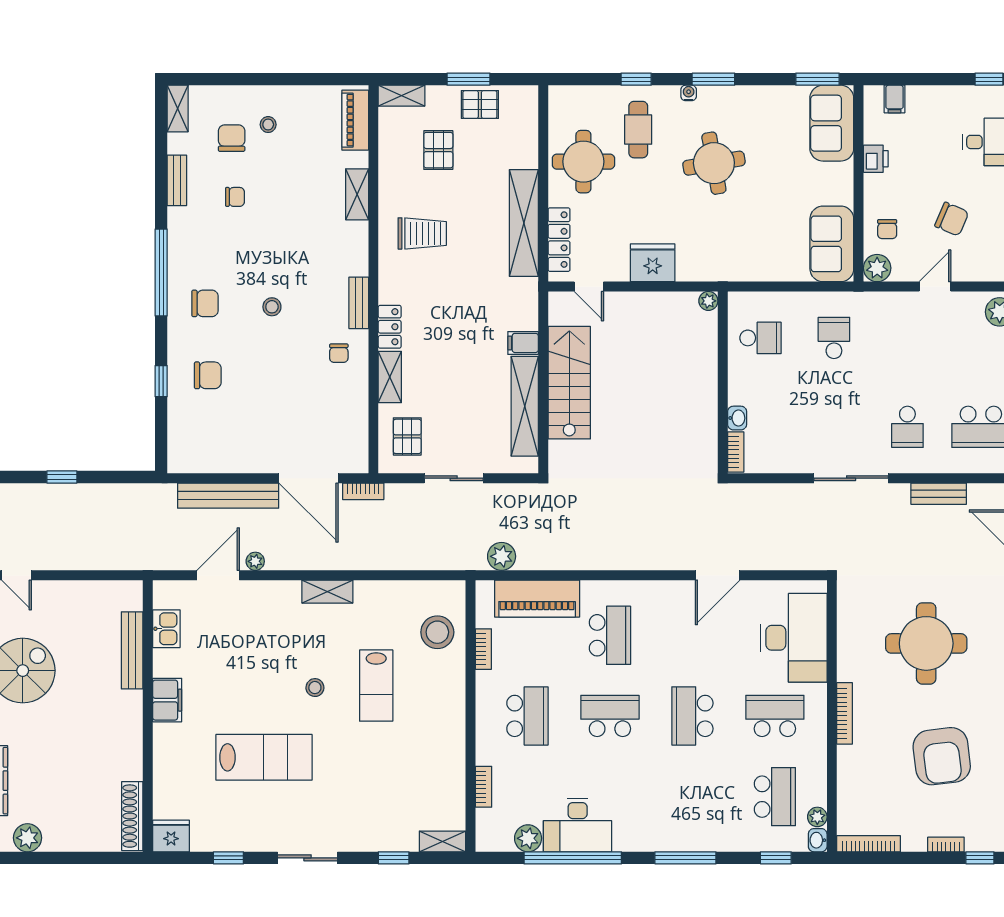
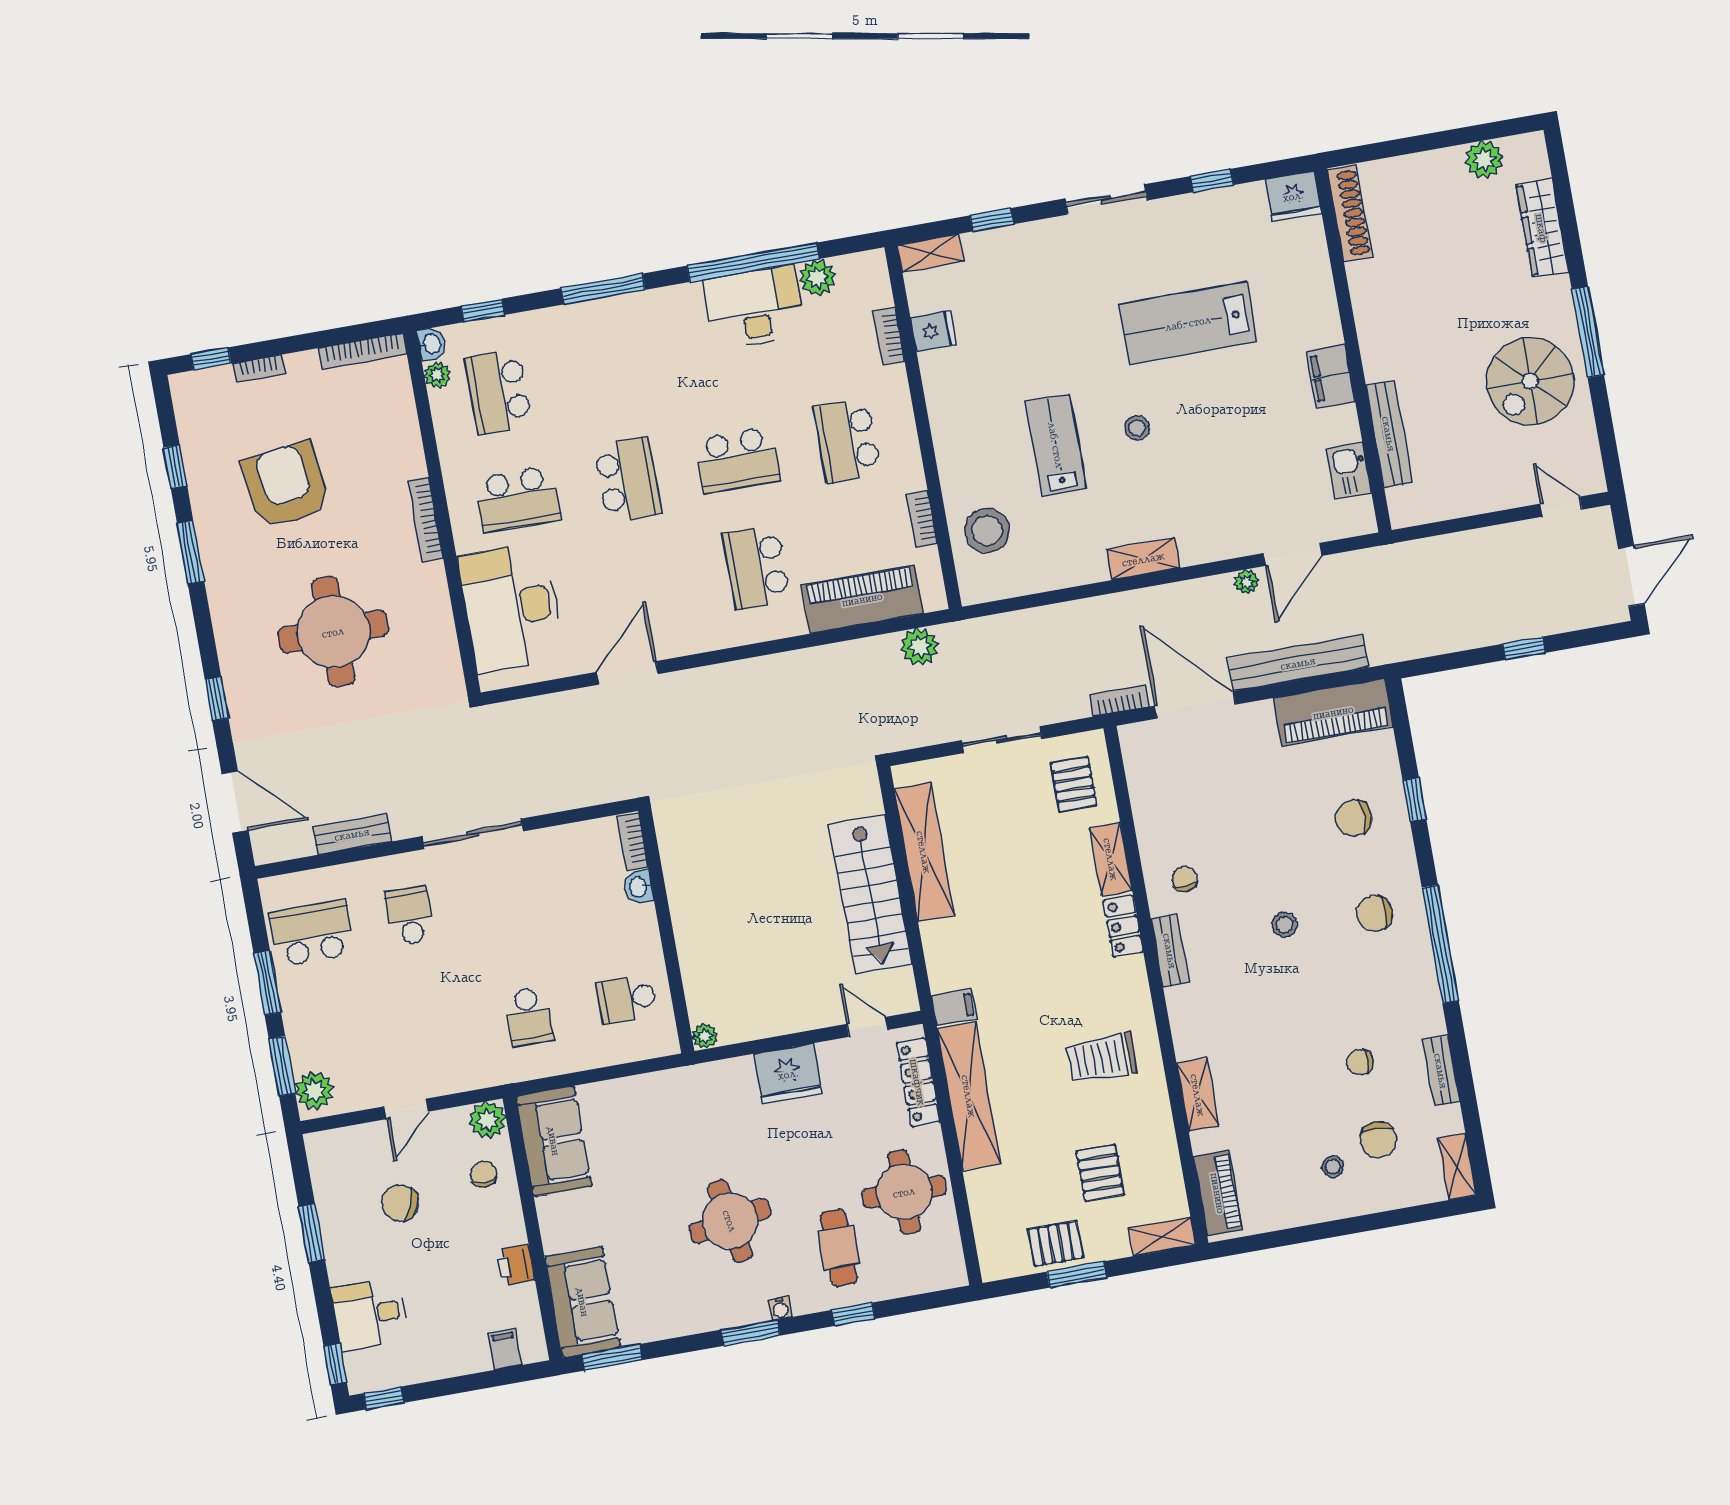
filing cabinet: (523, 343) -> (954, 1007), moved
piano: (209, 455) -> (1333, 712), added
fridge: (450, 784) -> (934, 331), added

